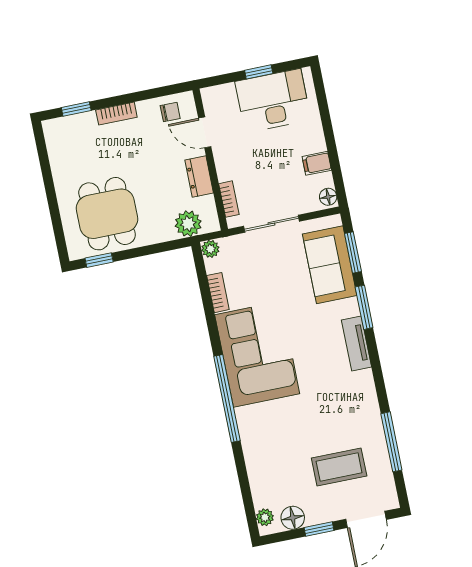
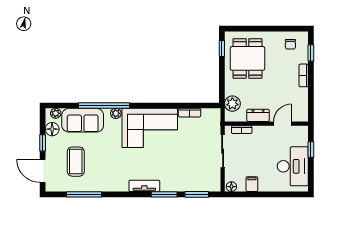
window: (259, 72) -> (311, 150), moved
chair: (170, 112) -> (290, 44), moved
dining table: (107, 214) -> (247, 58), turned 90
plant: (210, 249) -> (116, 113), moved
sofa: (330, 265) -> (83, 120), moved, turned 180
window: (227, 399) -> (104, 105), moved

